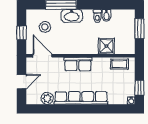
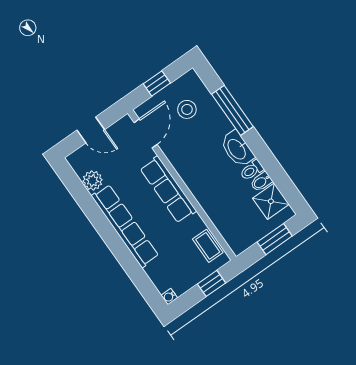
washbasin: (72, 16) -> (237, 149), moved
shower: (106, 46) -> (271, 201), moved
row of seats: (78, 64) -> (168, 190), width x1.48
window: (139, 88) -> (212, 283), moved

